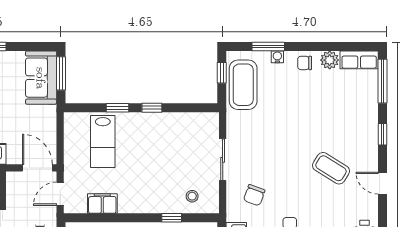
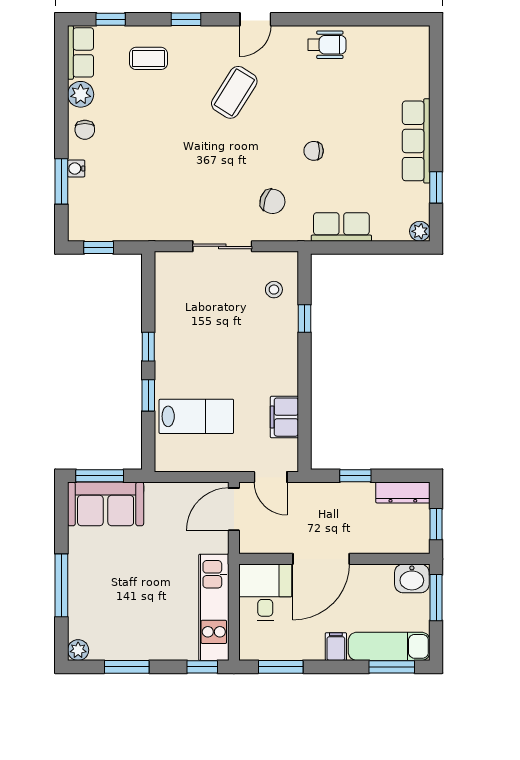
window: (382, 81) -> (111, 19), width x0.46
coffee table: (243, 85) -> (148, 58), moved, width x0.54, depth x0.58

